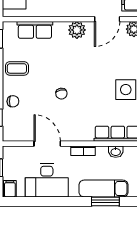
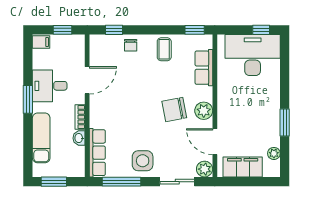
chair: (61, 94) -> (174, 110), moved, width x1.87, depth x1.87
washbasin: (116, 152) -> (79, 138), moved
desk: (47, 180) -> (50, 86), width x0.73
window: (105, 201) -> (28, 99), moved

